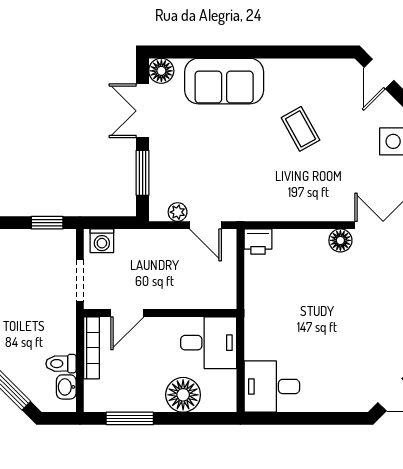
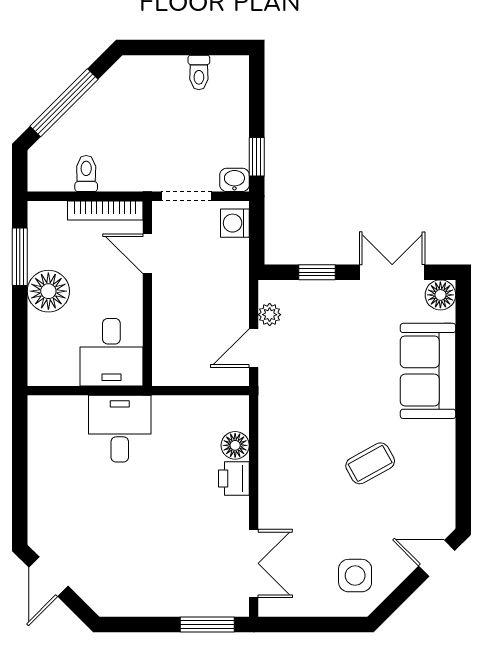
window: (143, 173) -> (317, 272), width x0.67
floor lamp: (340, 240) -> (235, 445), moved
printer: (258, 242) -> (234, 478), moved
desk: (272, 386) -> (120, 429), moved
washbasin: (66, 387) -> (234, 180), moved
floor lamp: (183, 395) -> (48, 291), moved

